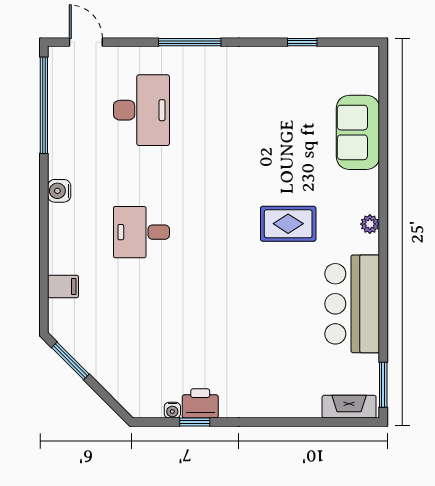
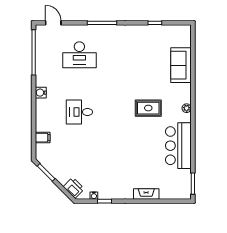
desk: (141, 110) -> (79, 55), turned 90
printer: (200, 403) -> (74, 188), moved, turned 45
fireplace: (349, 407) -> (146, 194), moved

